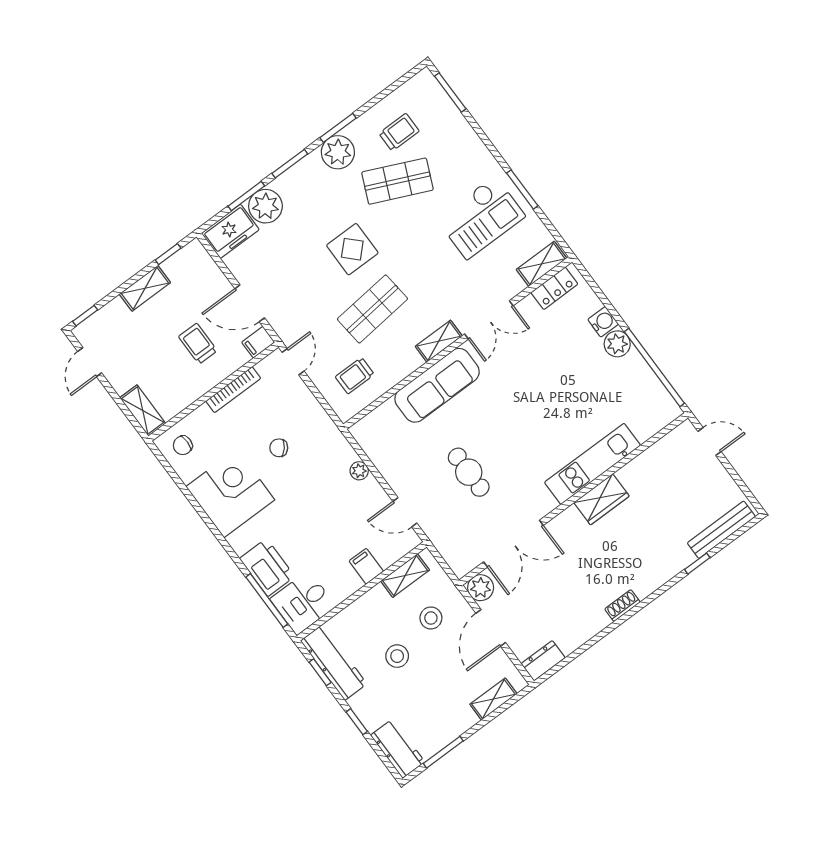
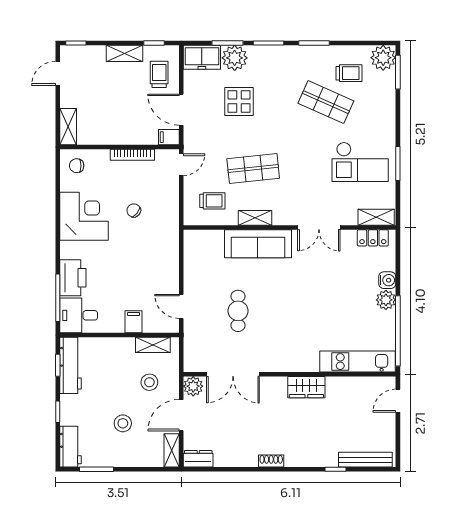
plant: (338, 152) -> (383, 58), moved
display table: (352, 249) -> (239, 101), moved
shelving: (439, 341) -> (255, 218), moved
trolley: (198, 344) -> (159, 74), moved
trolley: (355, 376) -> (212, 201), turned 180
door: (709, 442) -> (398, 401), swing flipped
kitchen unit: (593, 464) -> (358, 362), moved
plant: (359, 471) -> (172, 261), removed
stool: (397, 656) -> (123, 423), moved
shelving: (493, 699) -> (172, 450), moved, turned 90

